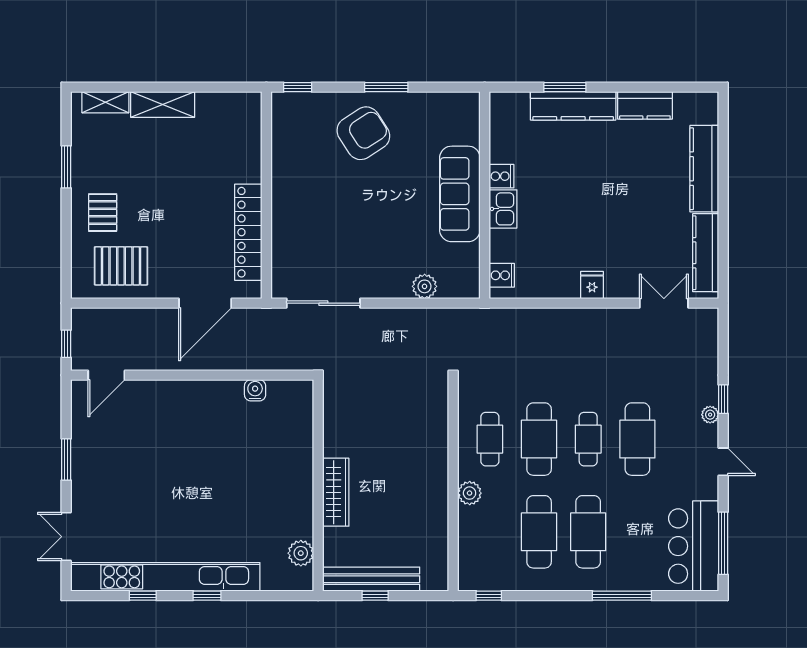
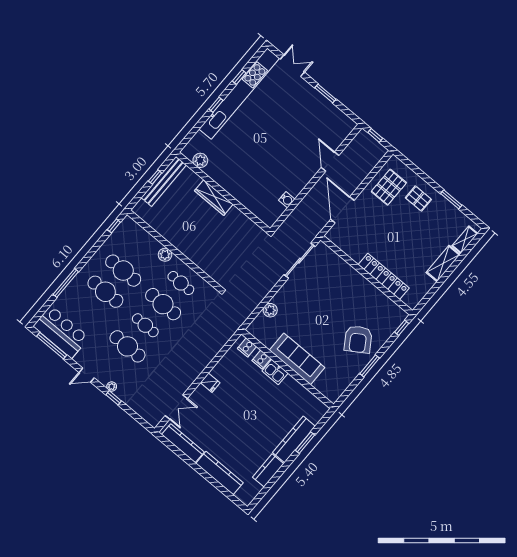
cooker: (502, 176) -> (262, 360), moved
locker: (248, 232) -> (384, 276), moved
door: (106, 375) -> (330, 162), moved

